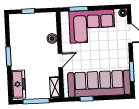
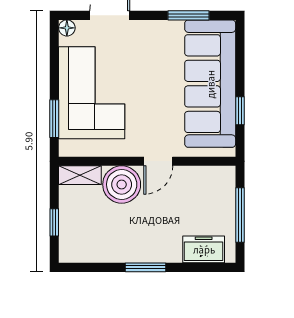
boiler: (52, 39) -> (122, 184), width x1.86, depth x1.86
door: (60, 60) -> (158, 161), swing flipped
freezer: (18, 84) -> (204, 249), width x0.71
shelving: (55, 87) -> (80, 175), moved

